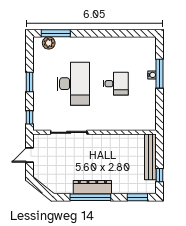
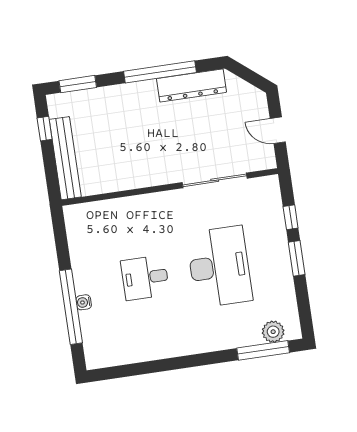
window: (160, 74) -> (71, 307), width x1.46
desk: (73, 84) -> (219, 267), turned 180
window: (29, 117) -> (291, 217), moved
door: (29, 155) -> (278, 130), swing flipped
dresser: (92, 187) -> (191, 85), moved

